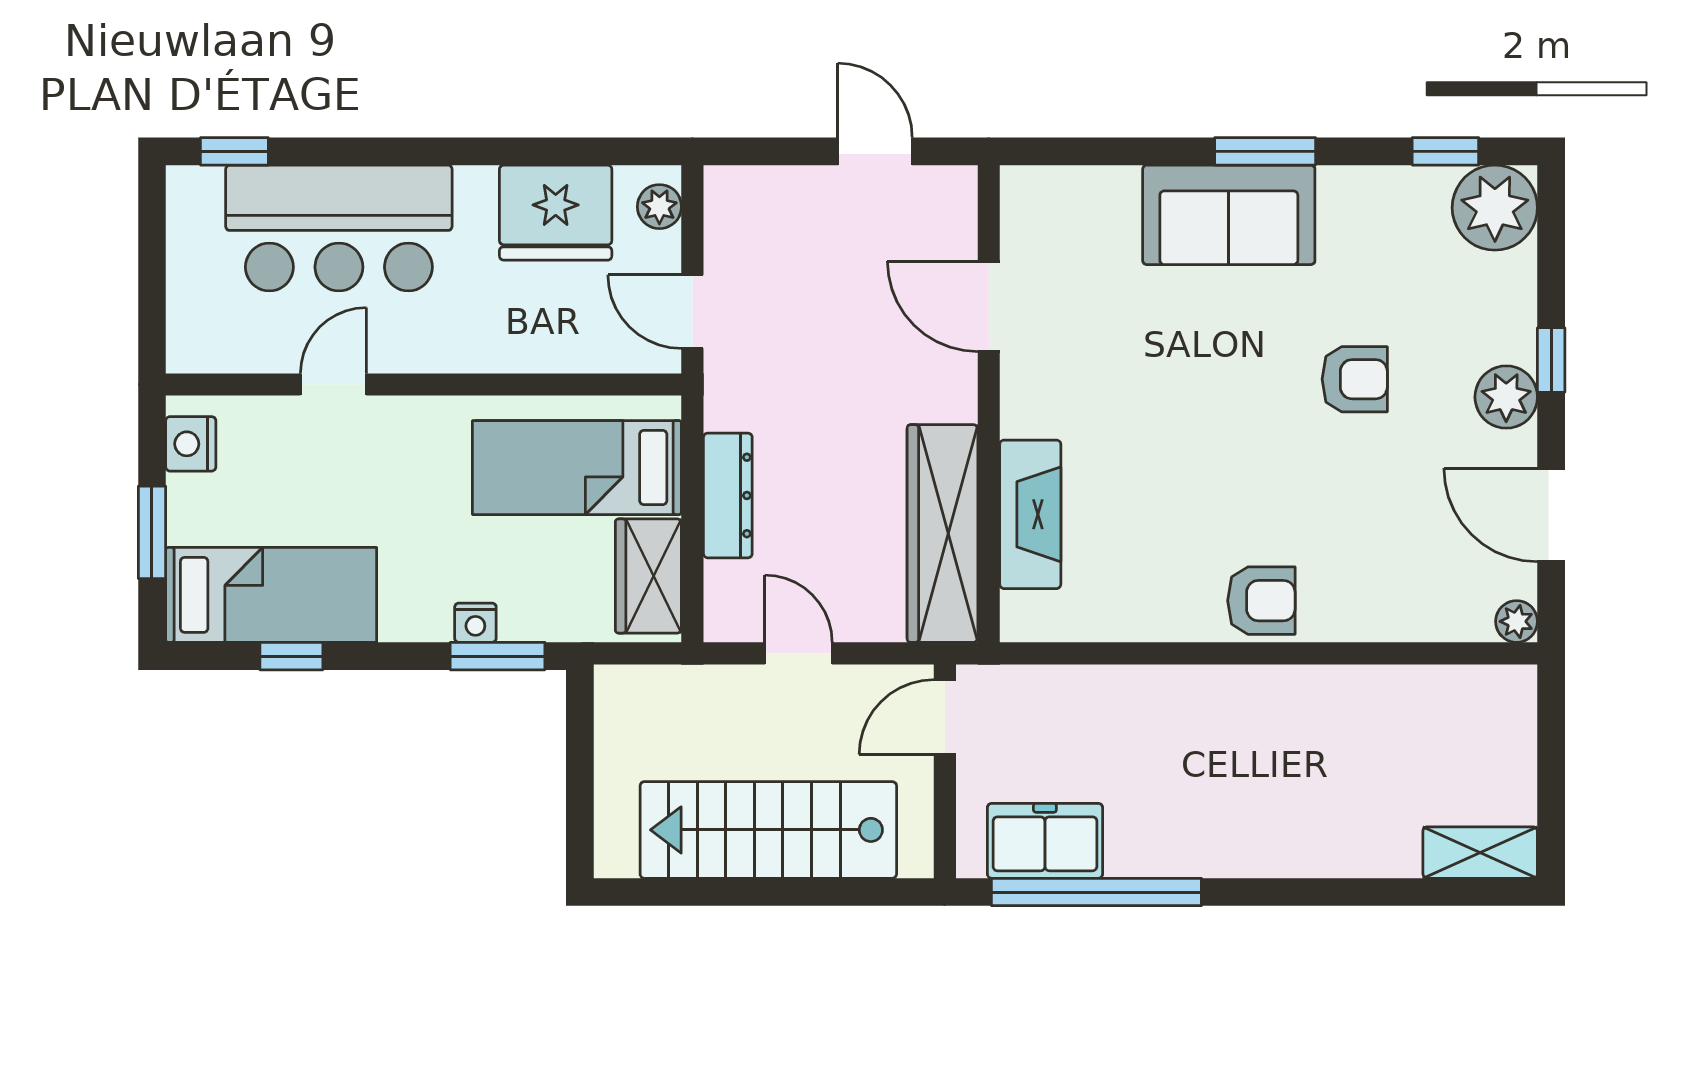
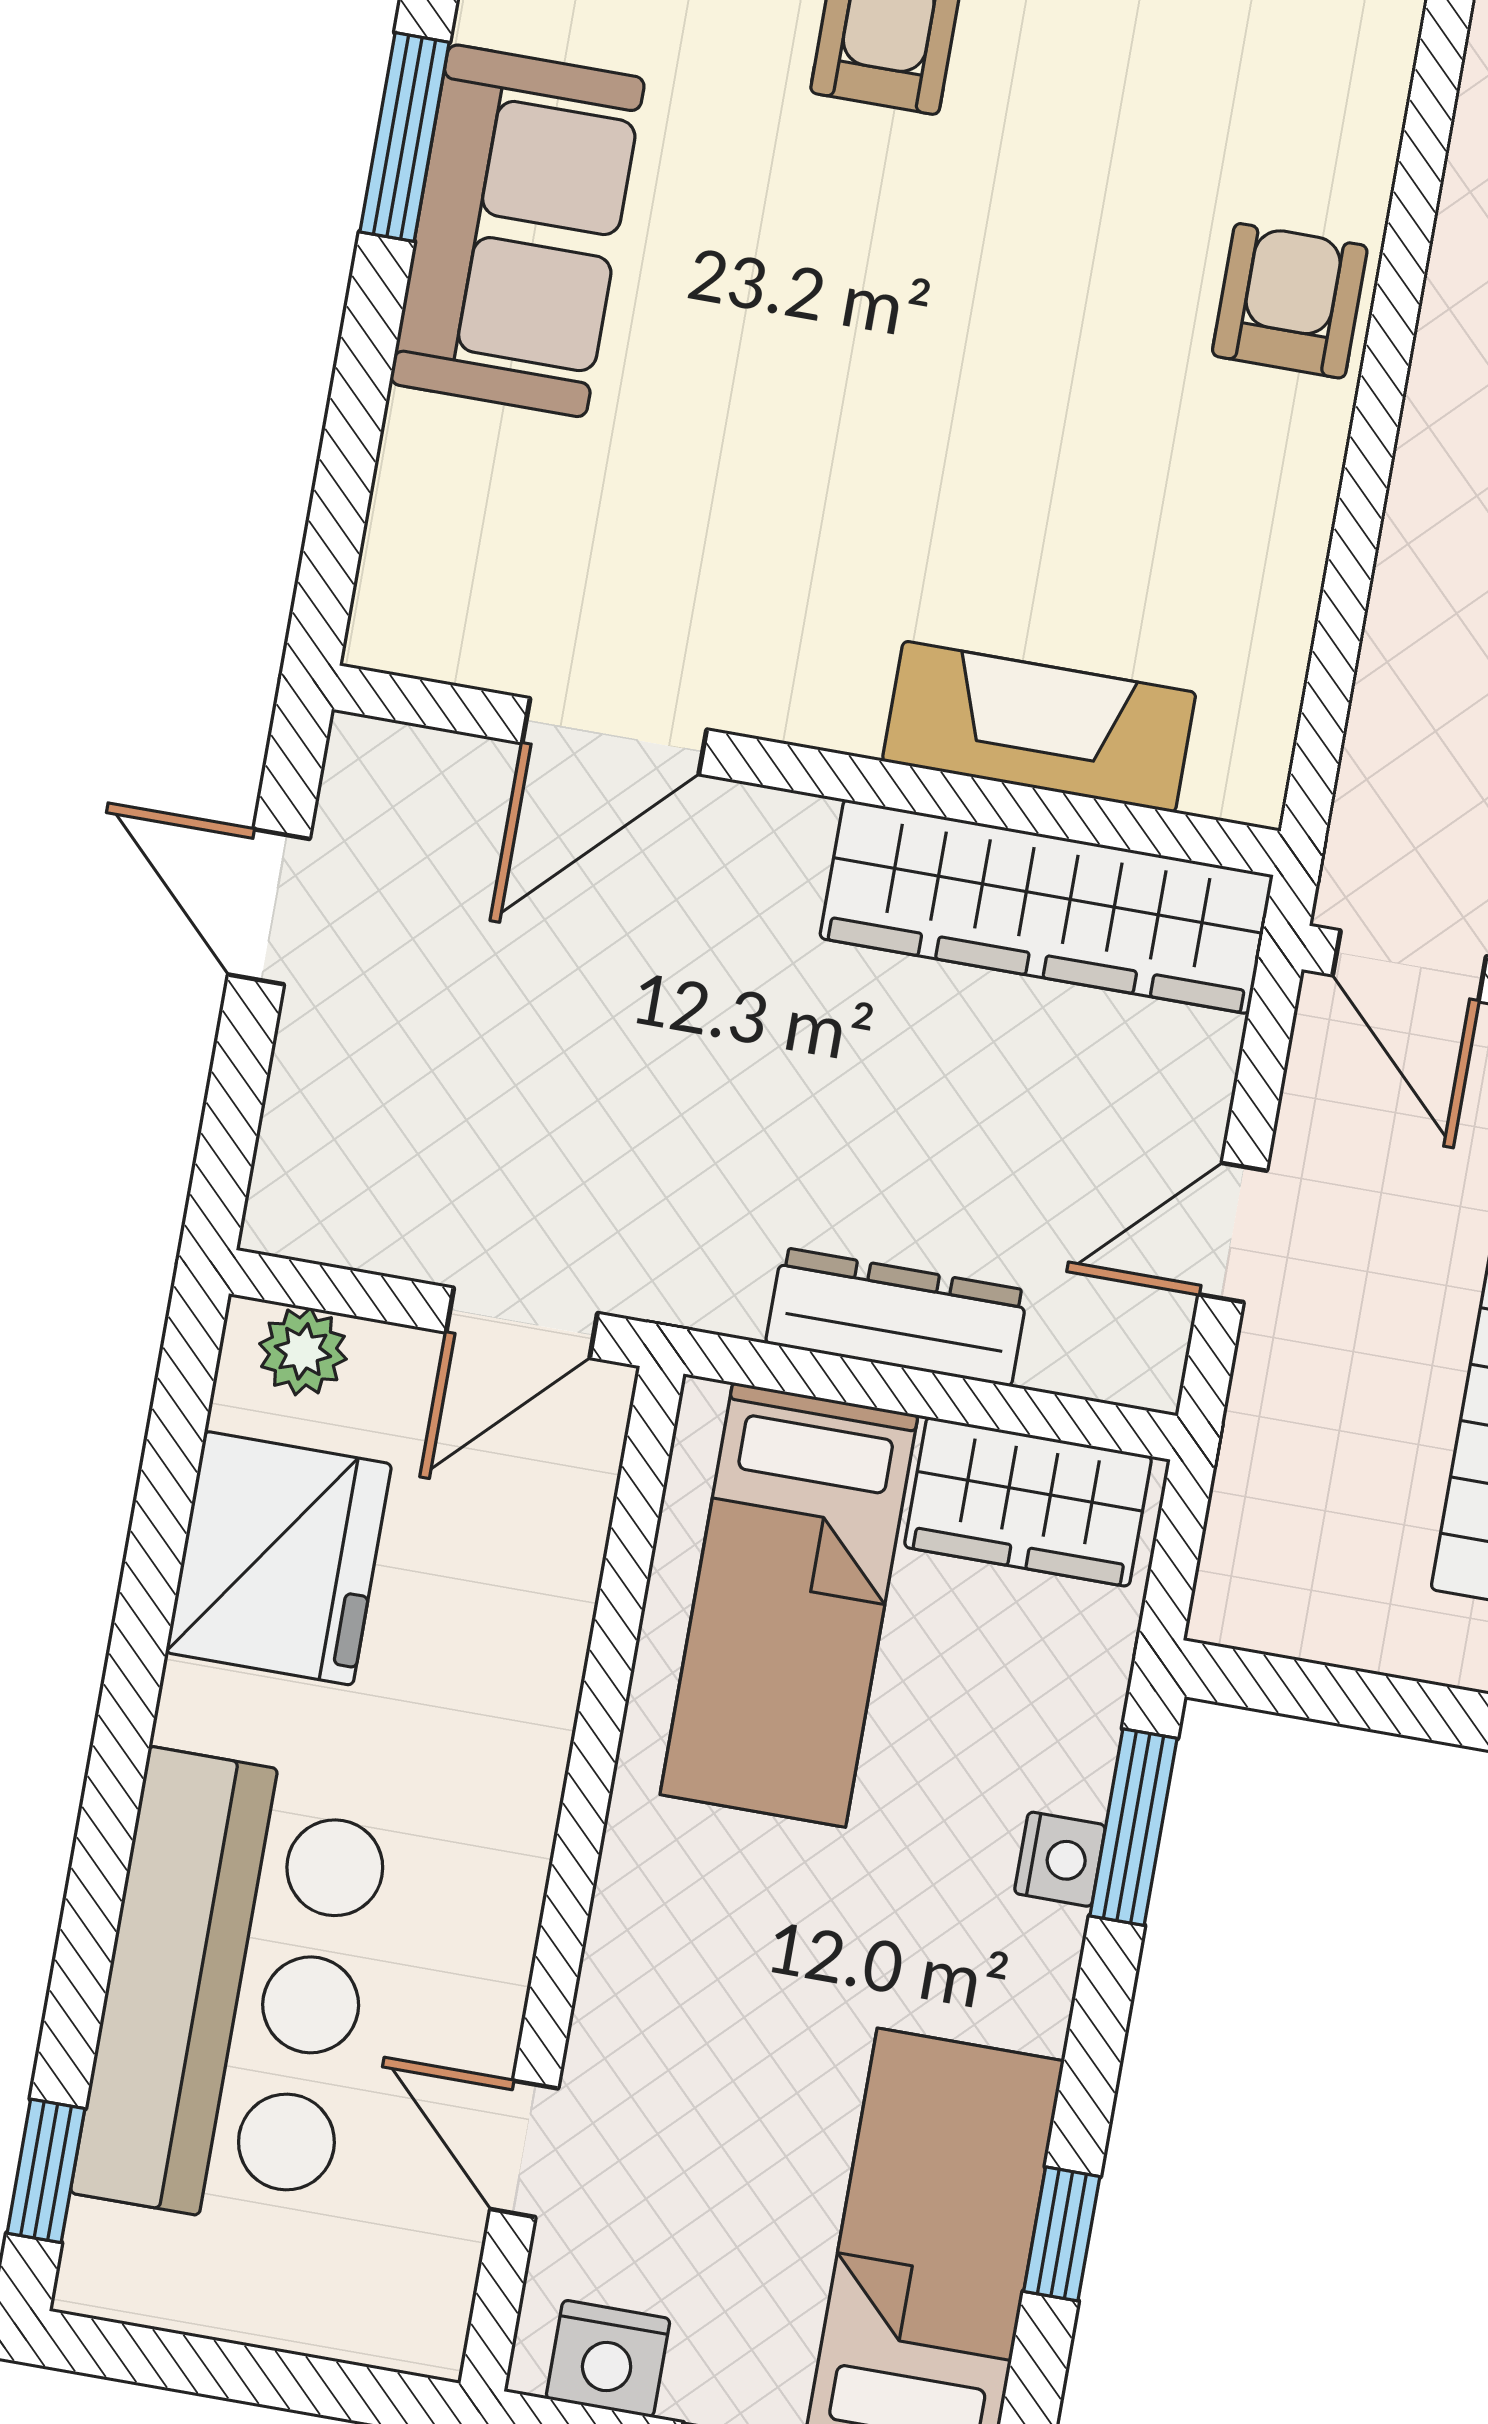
door: (875, 151) -> (269, 907), hinge flipped
door: (333, 384) -> (524, 2149), moved

